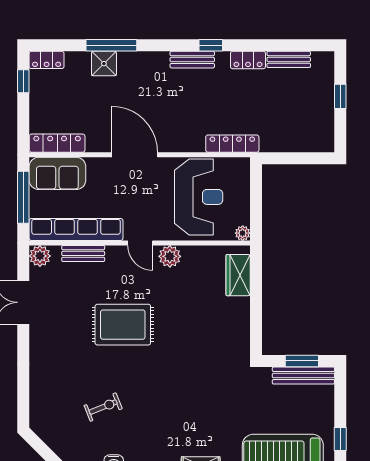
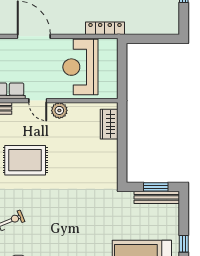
reception desk: (199, 197) -> (80, 67), turned 180
plant: (243, 233) -> (112, 94), removed

